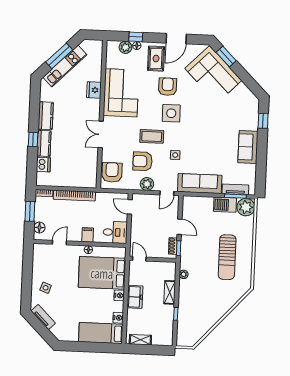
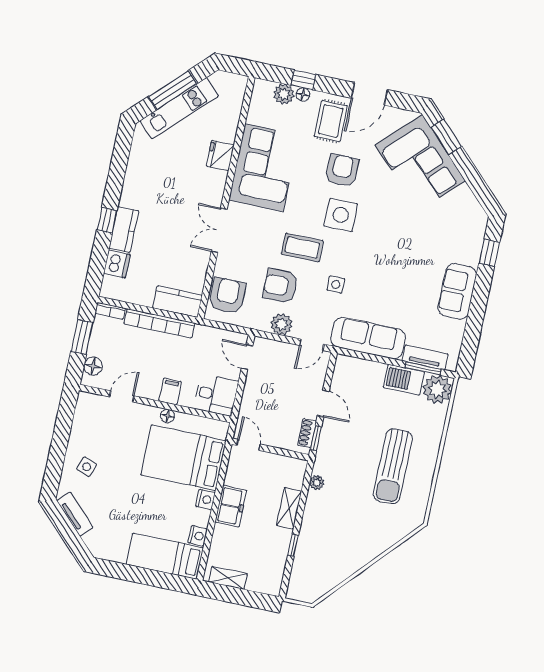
kitchen counter: (46, 116) -> (177, 302), moved, turned -90

